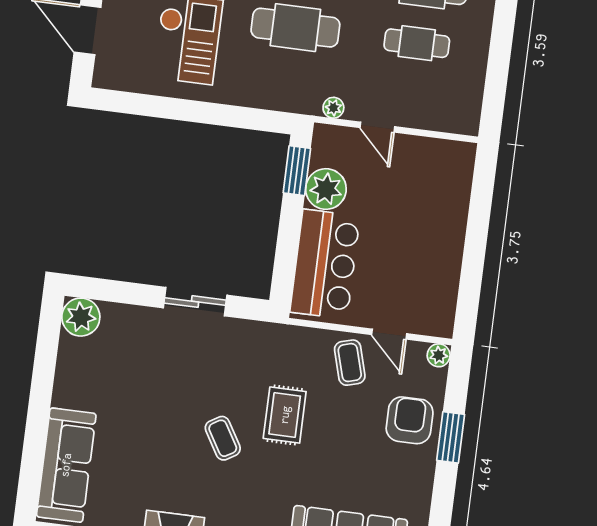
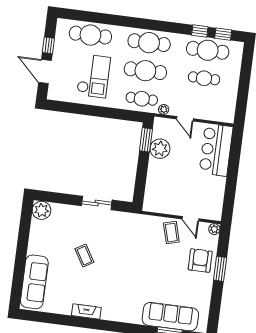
cafe table: (288, 86) -> (142, 99), added
bar counter: (325, 264) -> (216, 150), moved, turned 180
rug: (285, 415) -> (140, 258), removed
coffee table: (223, 438) -> (84, 256), moved

